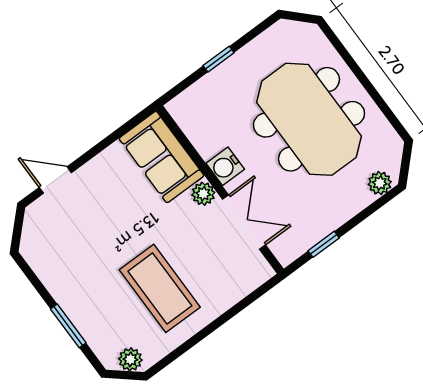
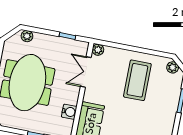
water cooler: (225, 166) -> (69, 112), moved
plant: (203, 194) -> (98, 50), moved

